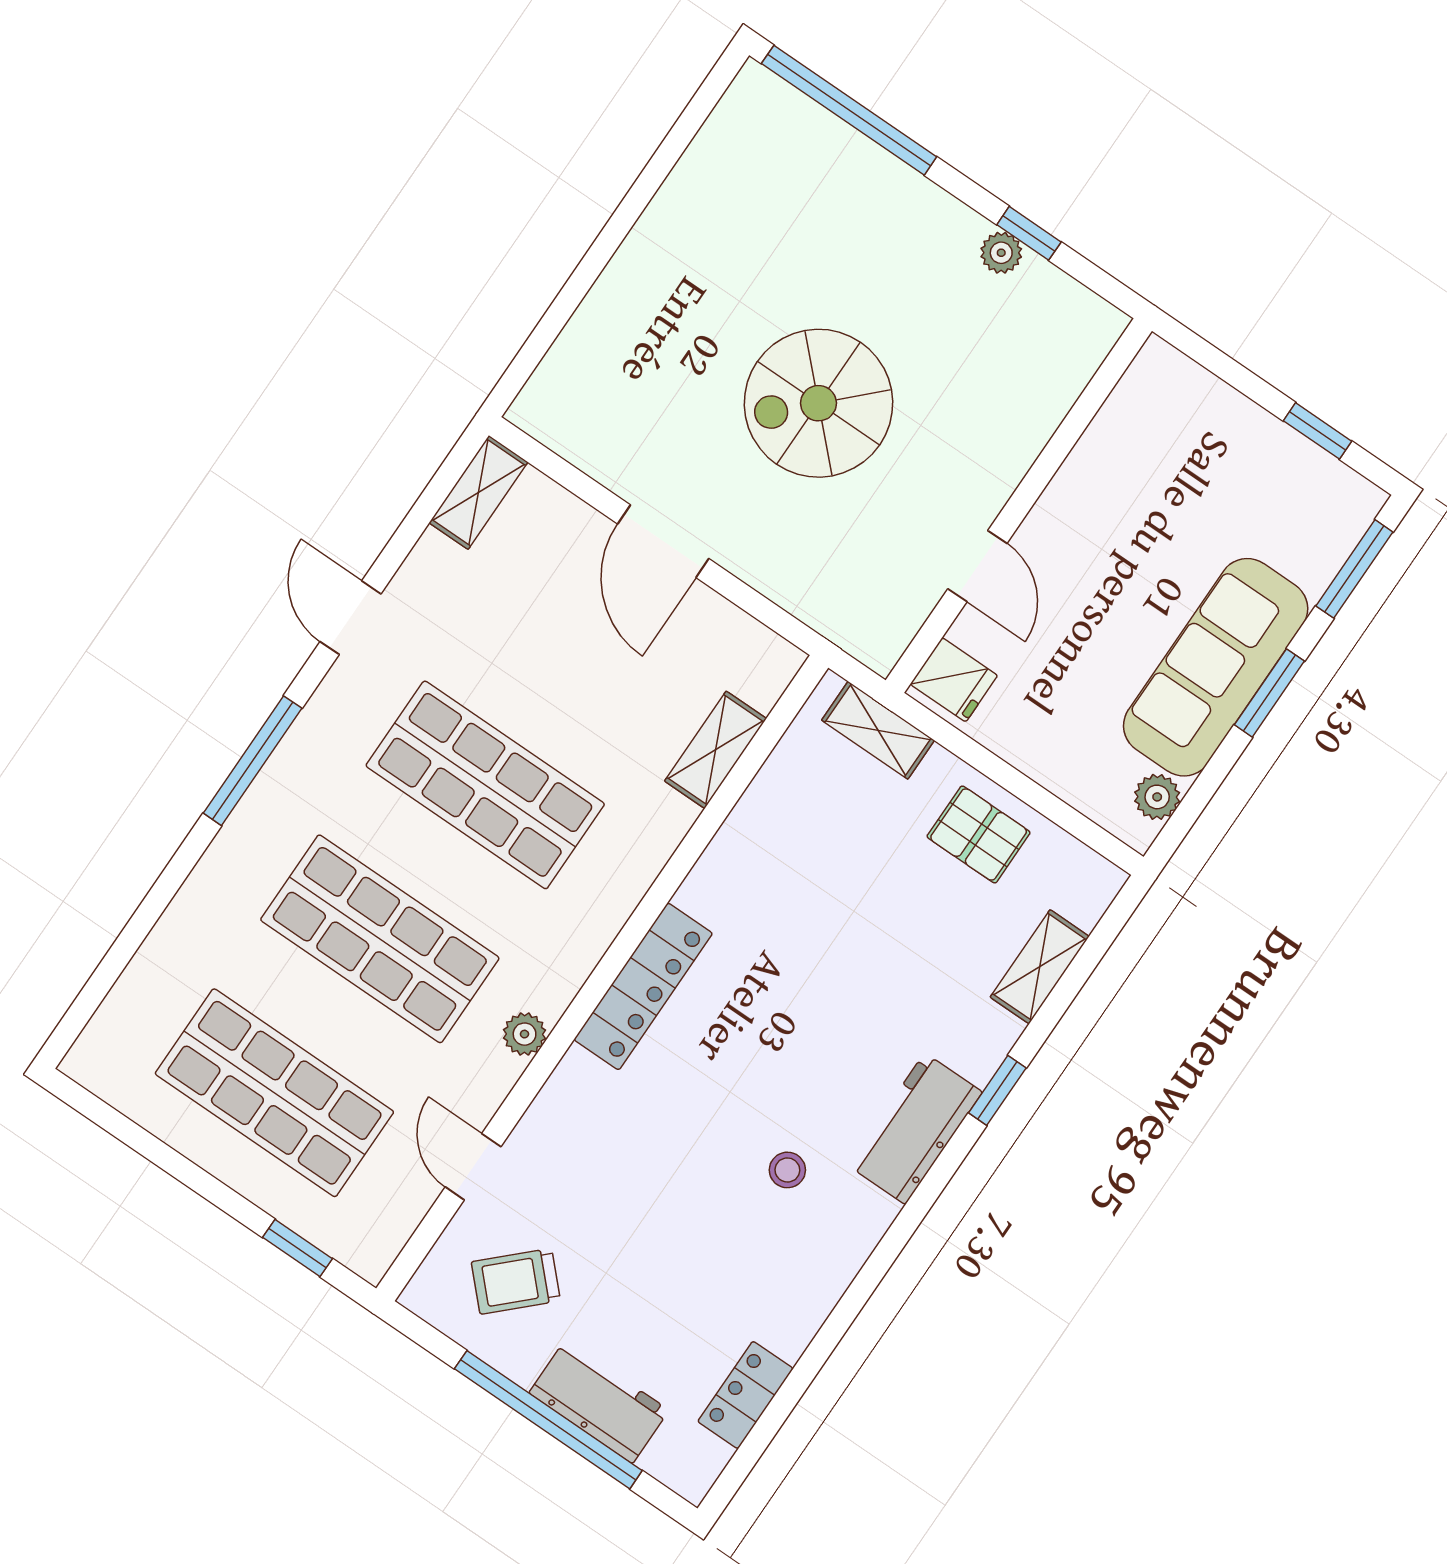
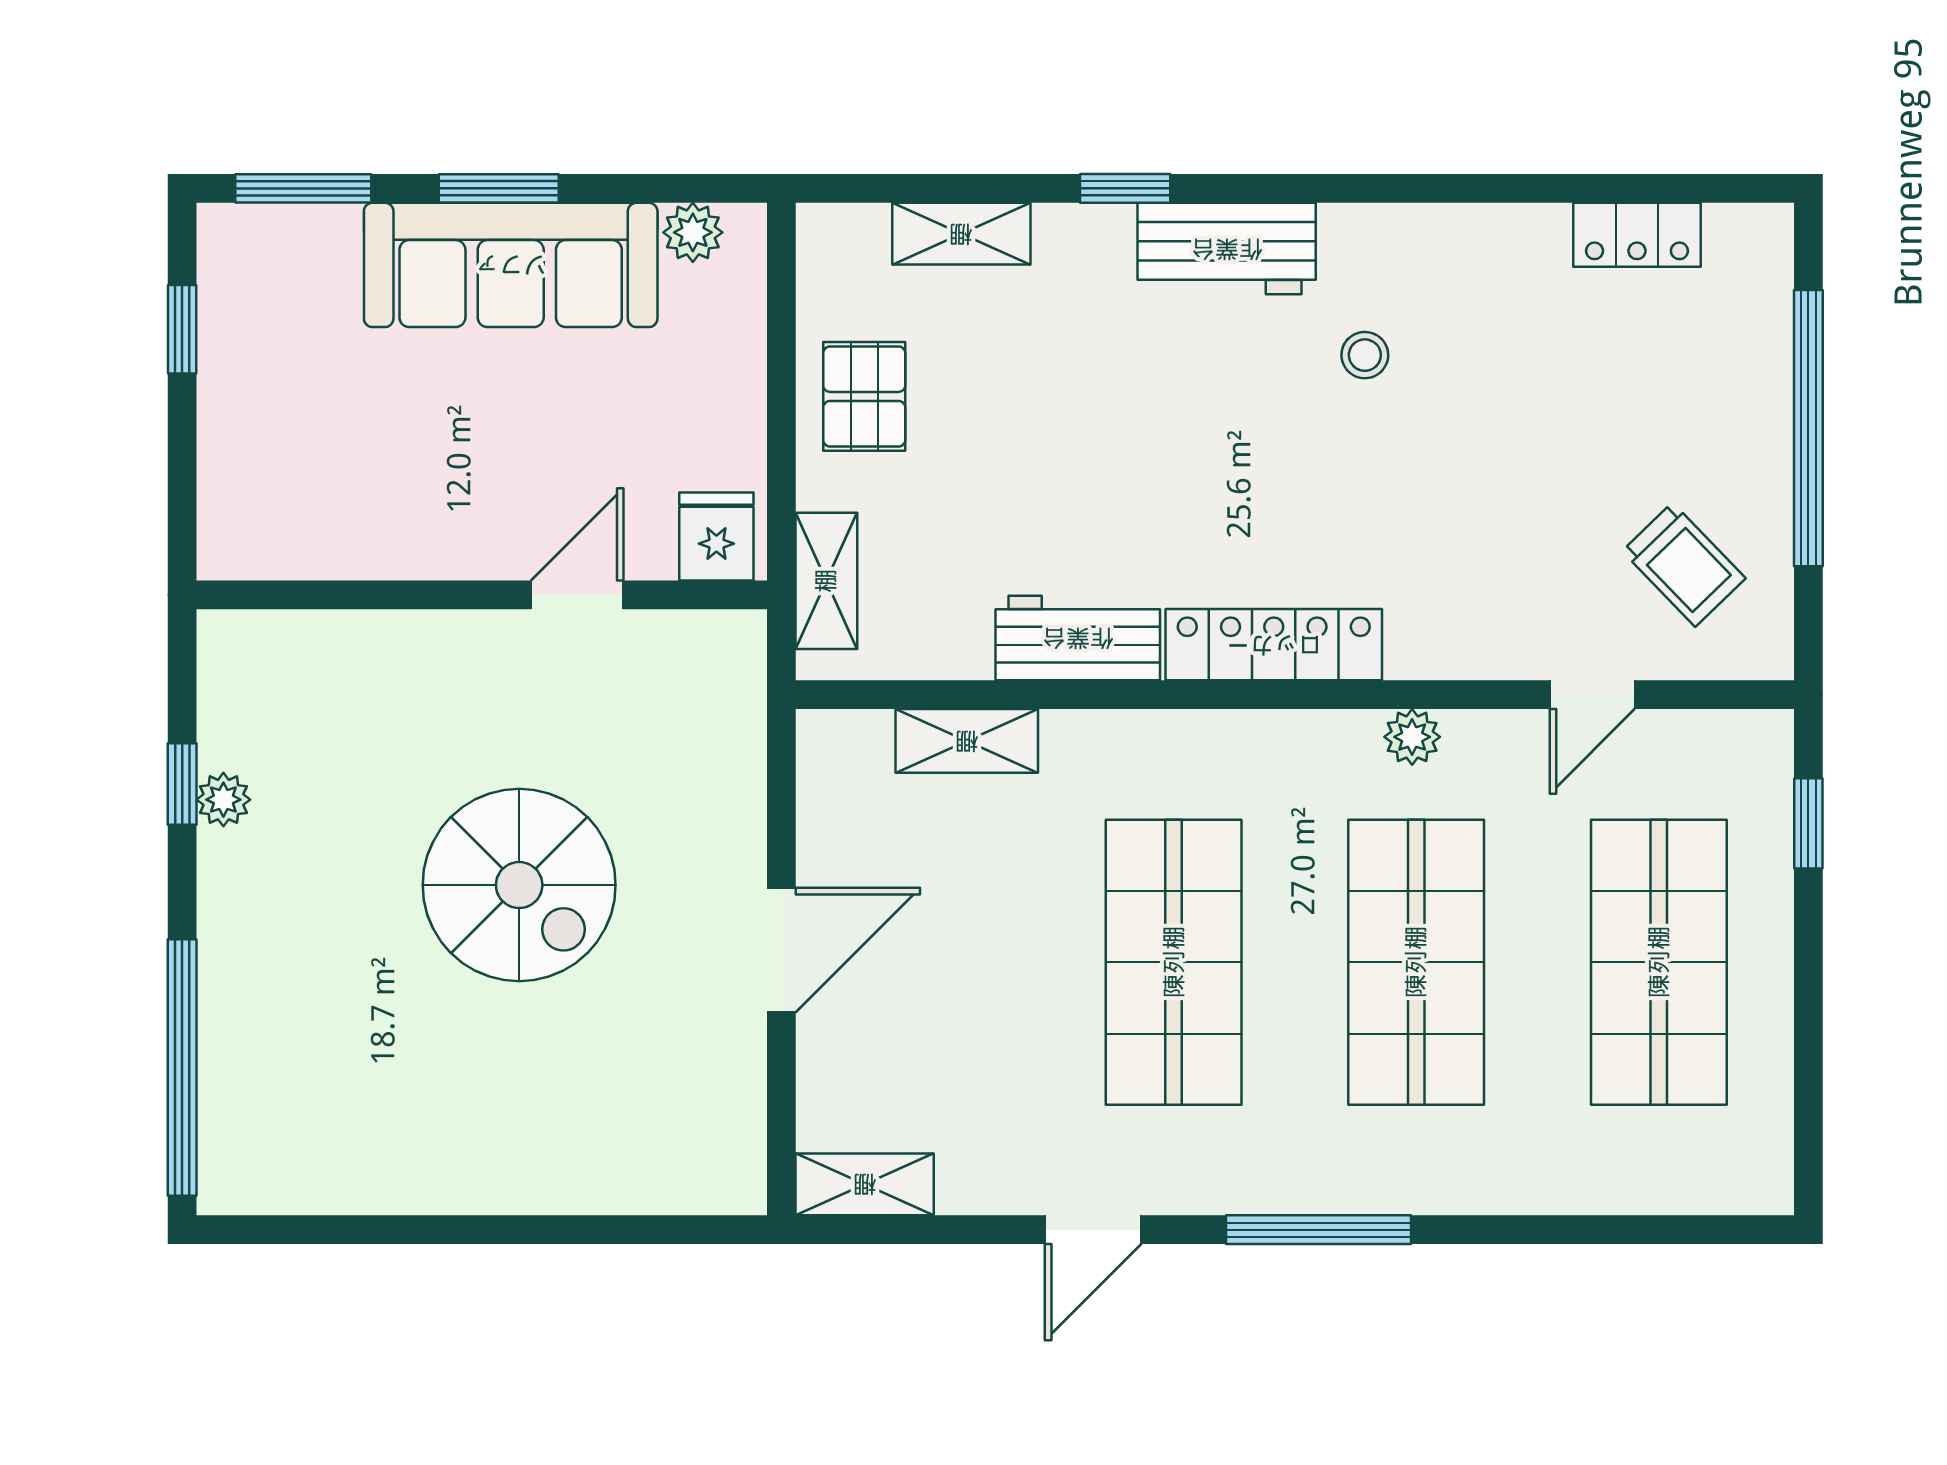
workbench: (599, 1402) -> (1078, 638), moved, turned 90

